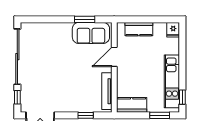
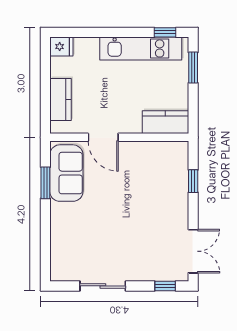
sliding door: (17, 57) -> (103, 286), width x0.54
tv unit: (107, 91) -> (156, 149), removed
kitchen counter: (132, 105) -> (165, 122), moved, turned 90

